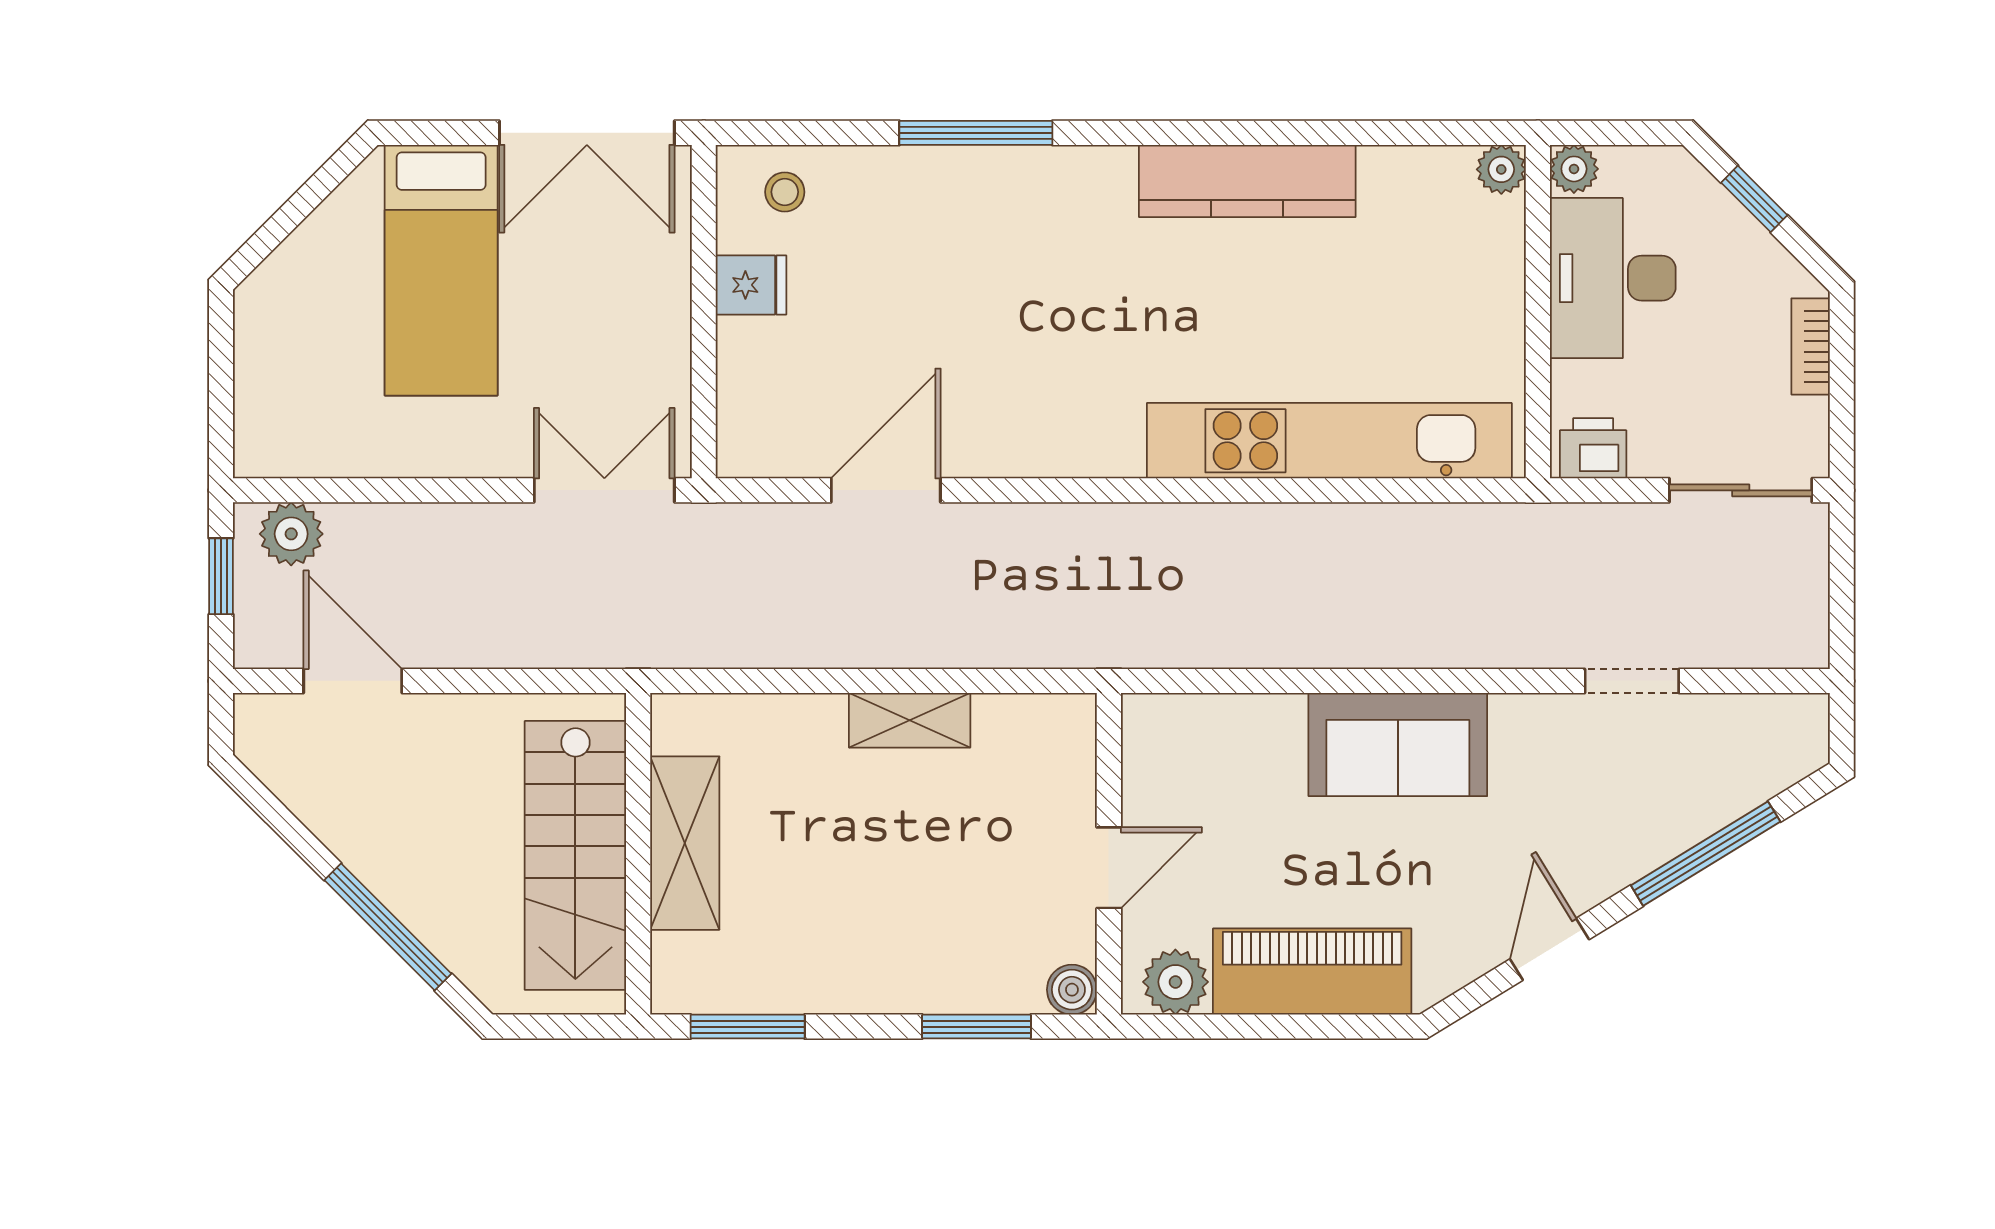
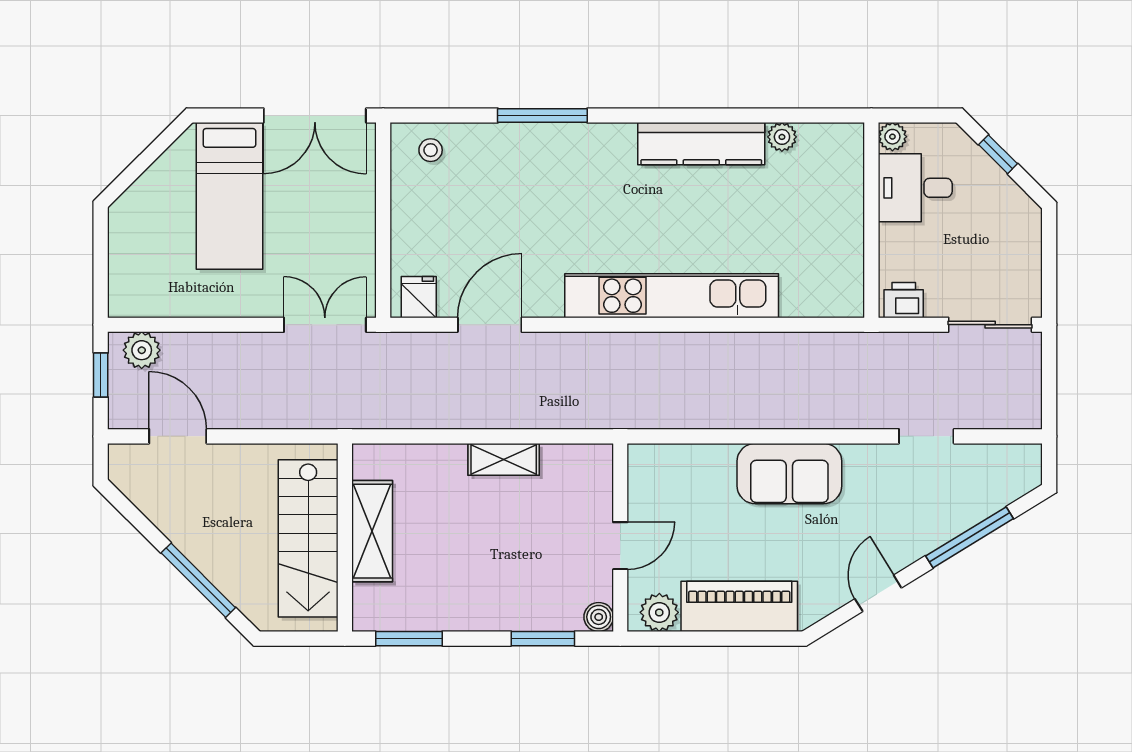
plant: (1501, 169) -> (782, 137), moved
desk: (1613, 278) -> (915, 188), width x0.73
fridge: (751, 285) -> (419, 297), moved, turned -90
bookcase: (1811, 346) -> (1031, 241), removed
kitchen unit: (1329, 441) -> (672, 296), moved

